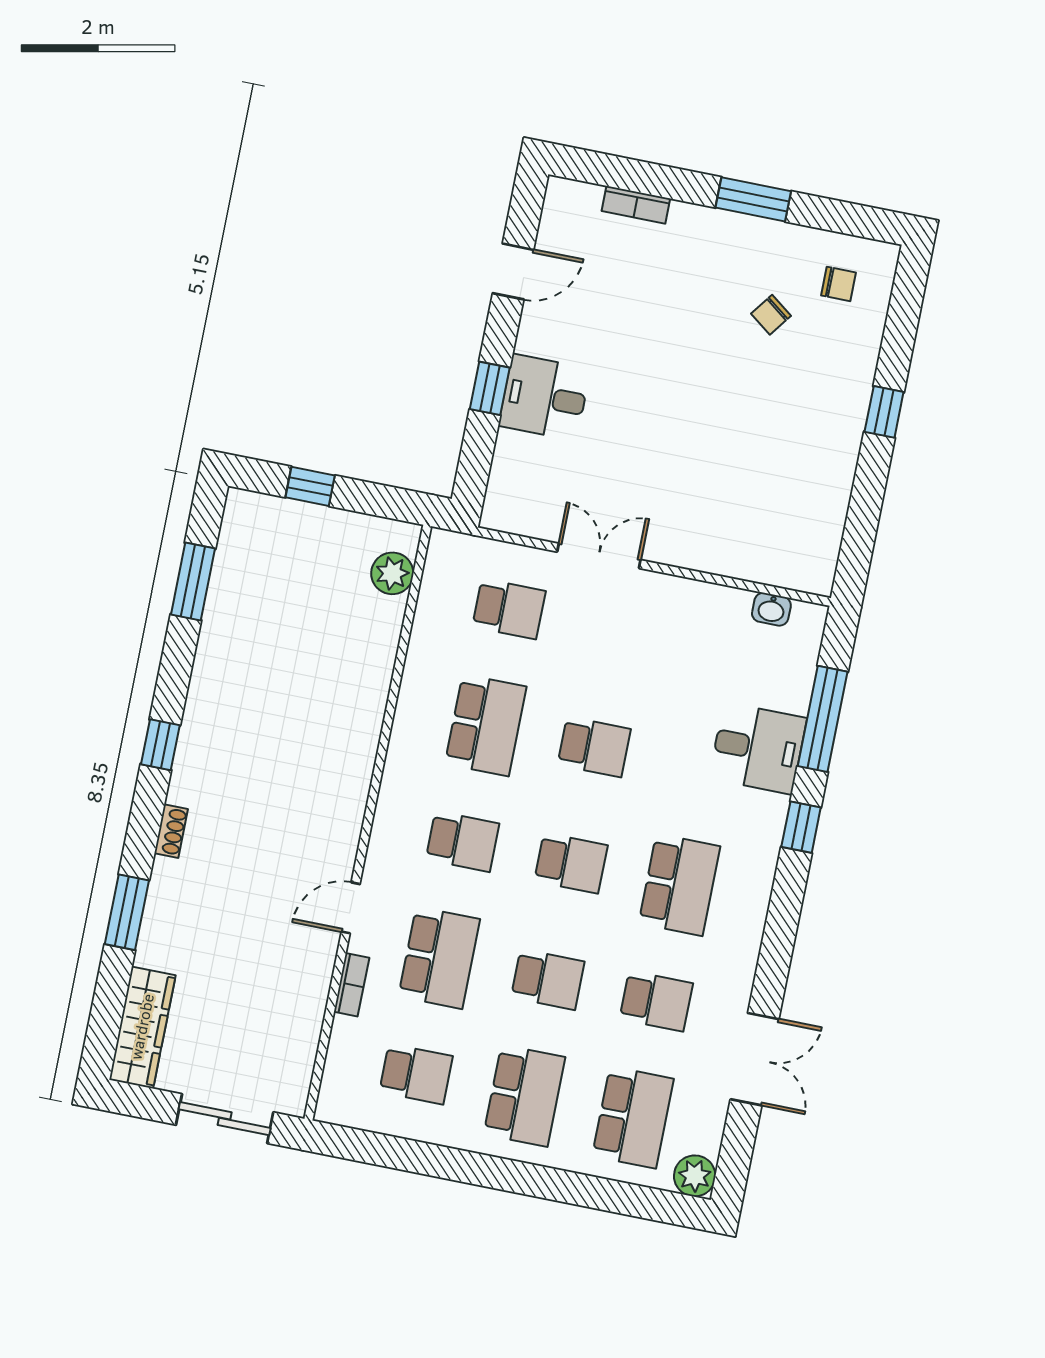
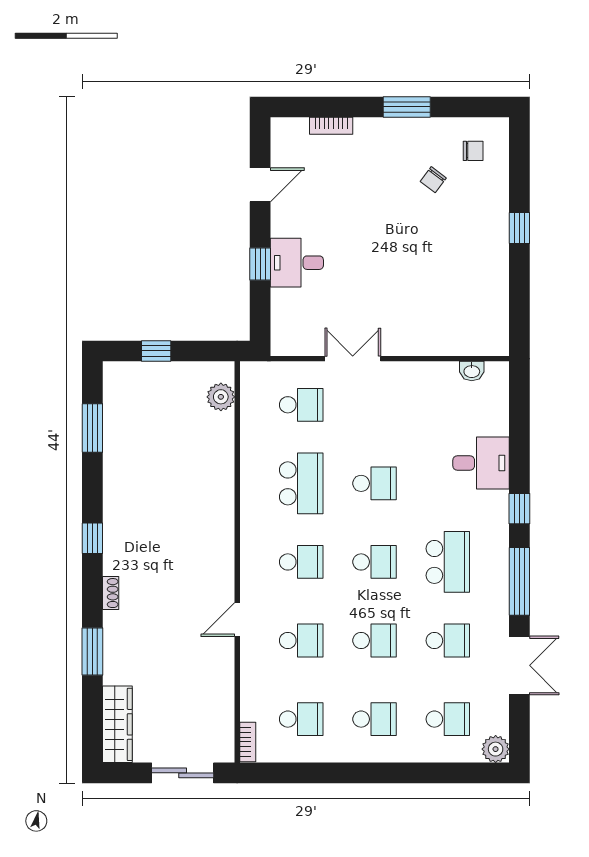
window: (823, 719) -> (519, 581), moved
school desk: (439, 958) -> (301, 641), width x0.54
bookcase: (352, 985) -> (248, 742), moved
school desk: (524, 1096) -> (374, 719), width x0.54
school desk: (633, 1117) -> (448, 719), width x0.54

